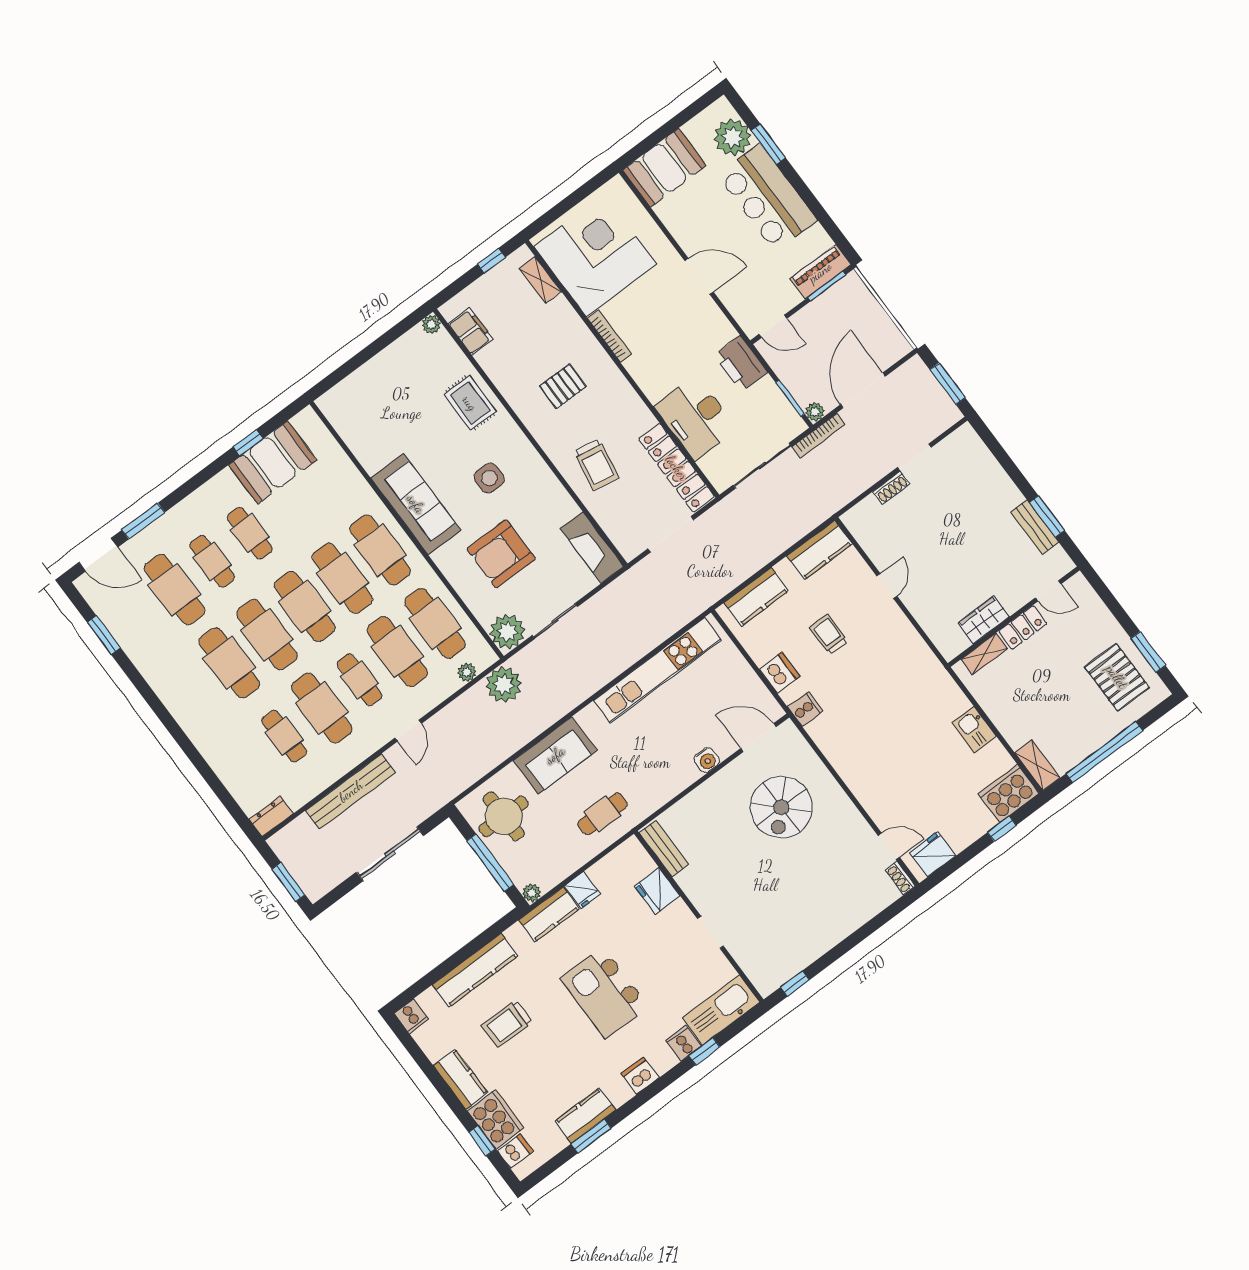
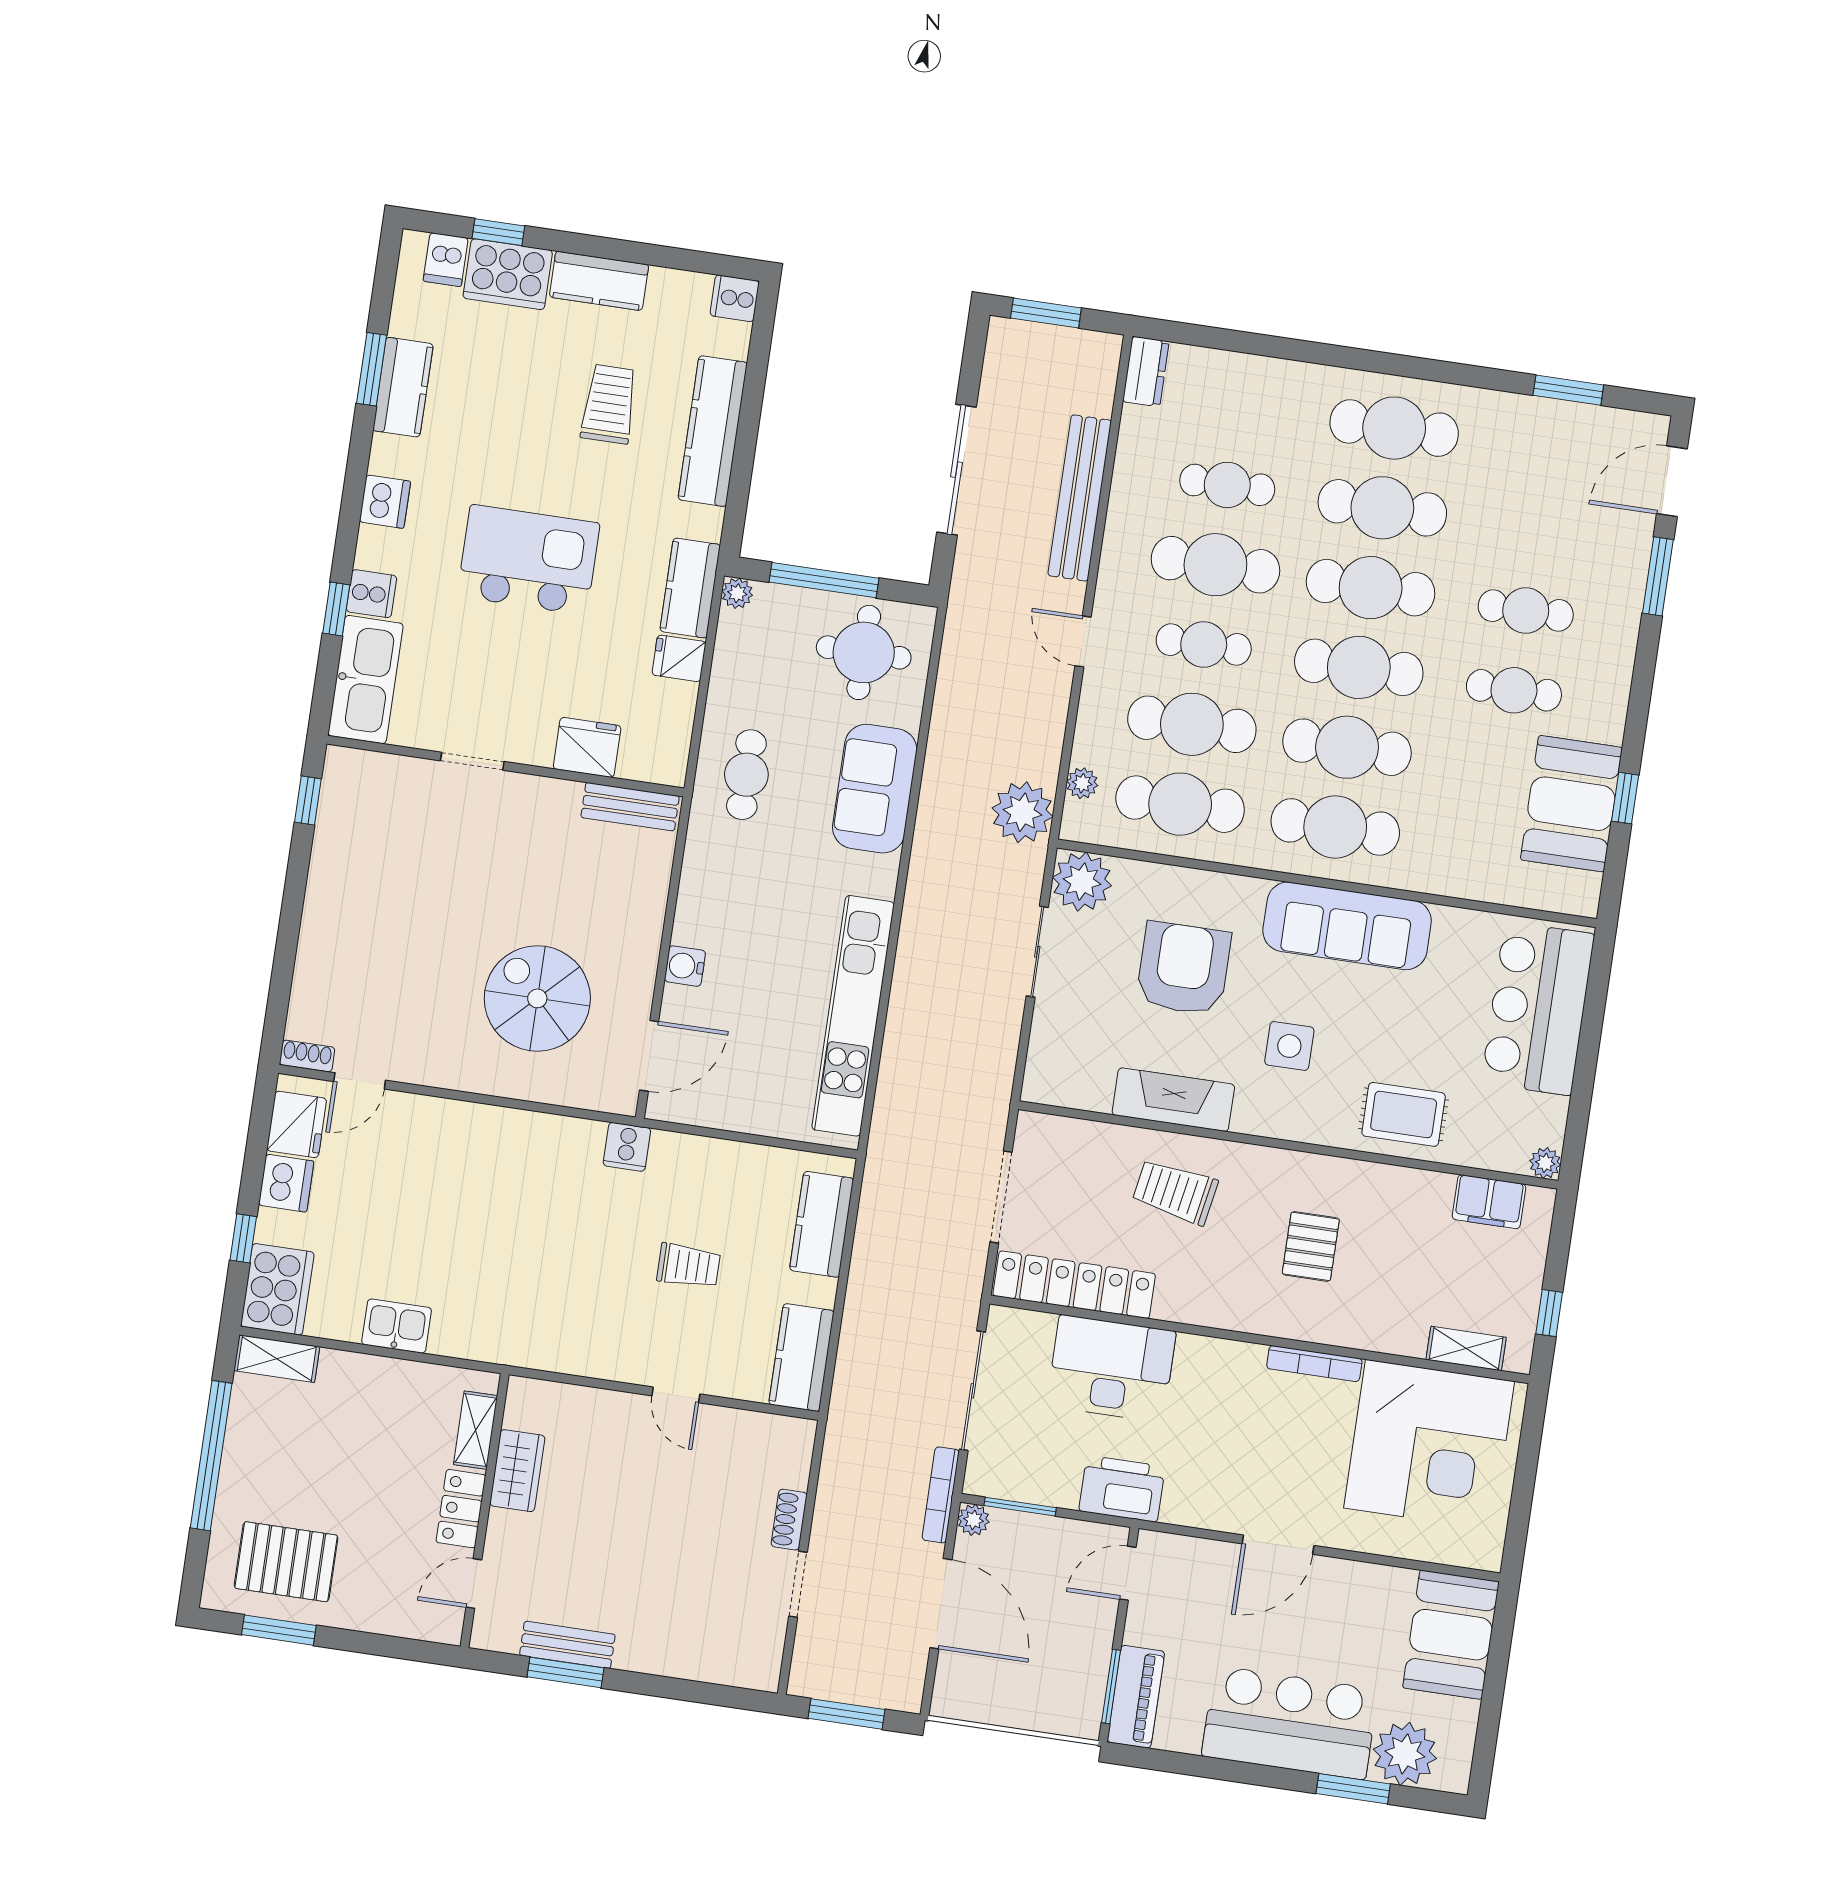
bar counter: (371, 391) -> (1538, 1008), added
fireplace: (592, 547) -> (1173, 1100), moved
cafe table: (174, 590) -> (1394, 428), moved
dishwasher: (780, 673) -> (286, 1183), moved, turned -90

